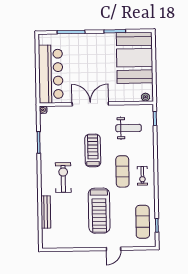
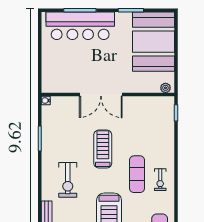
bar counter: (51, 74) -> (80, 26), moved, turned 90
double door: (90, 104) -> (101, 95), swing flipped
weight bench: (129, 128) -> (145, 124), removed
exercise bike: (63, 177) -> (68, 180), turned 180

